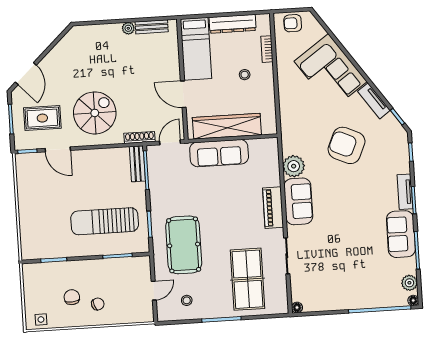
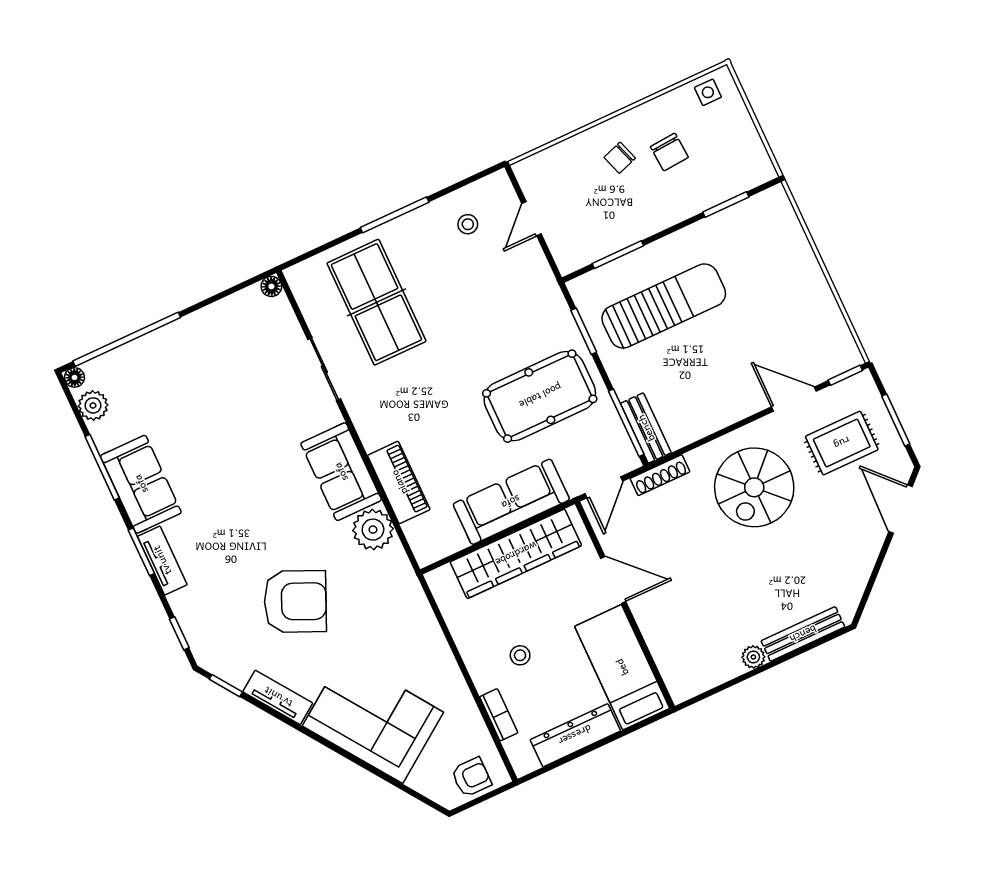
bench: (152, 27) -> (803, 634), moved, width x1.36
piano: (273, 208) -> (399, 482), moved
pool table: (184, 245) -> (540, 396), moved, turned 90

